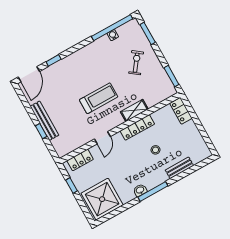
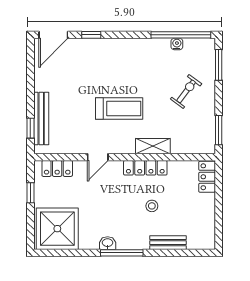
bench: (44, 121) -> (41, 118), moved
window: (41, 131) -> (30, 128), moved

